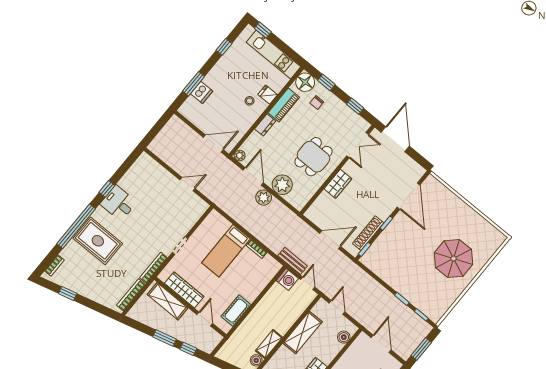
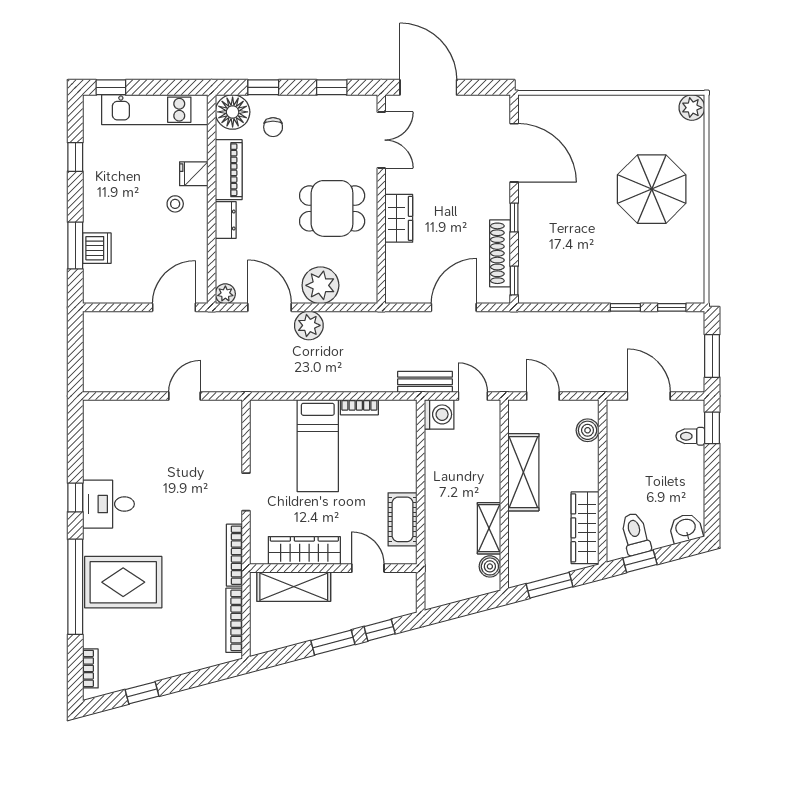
dining table: (313, 157) -> (332, 208), turned 90
plant: (498, 238) -> (692, 108), added

